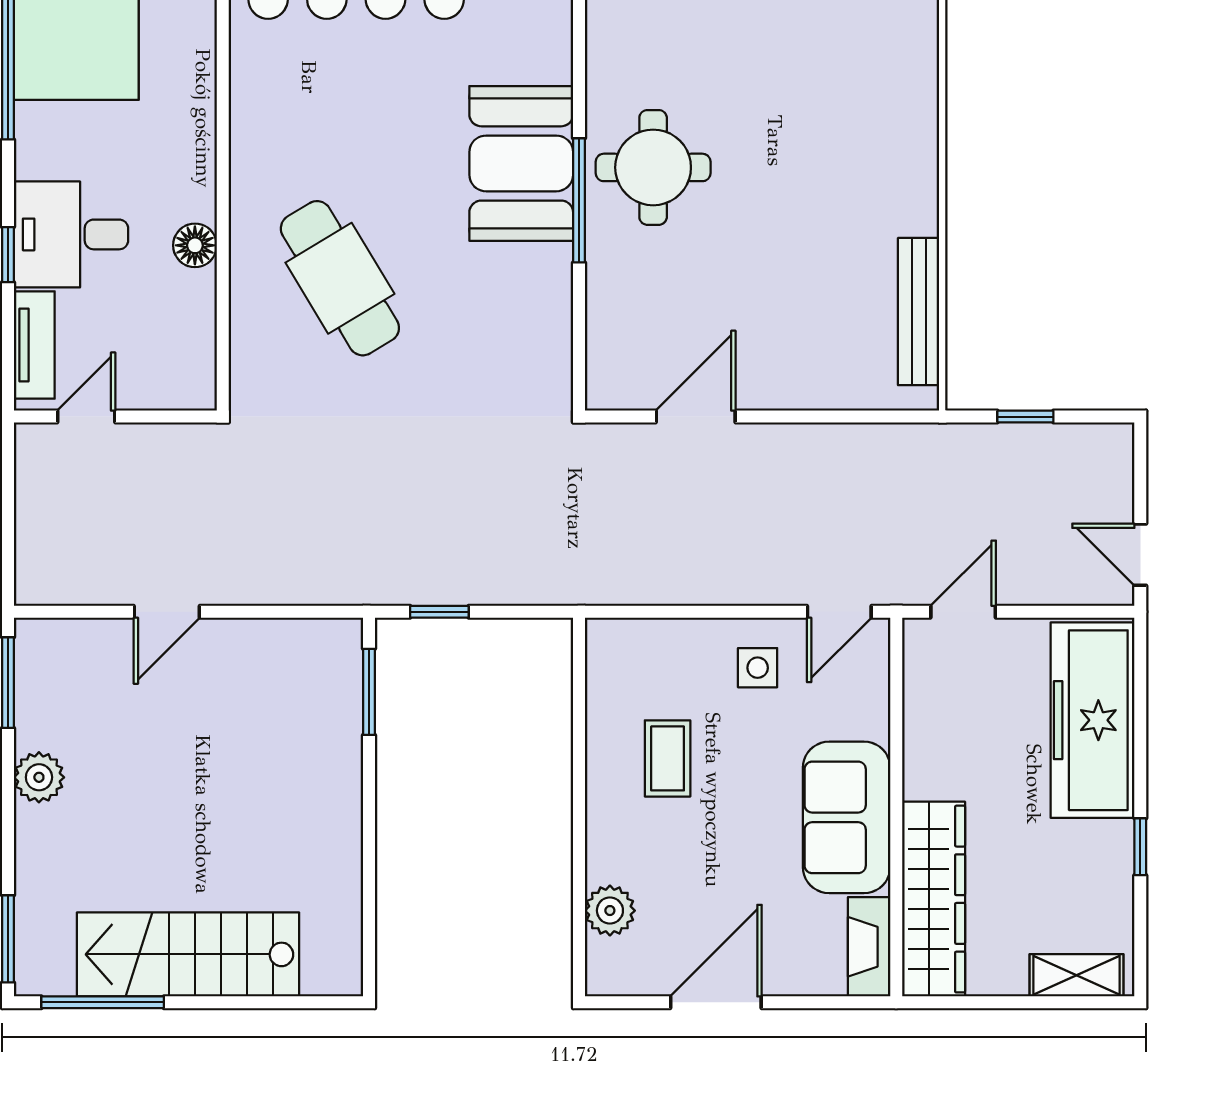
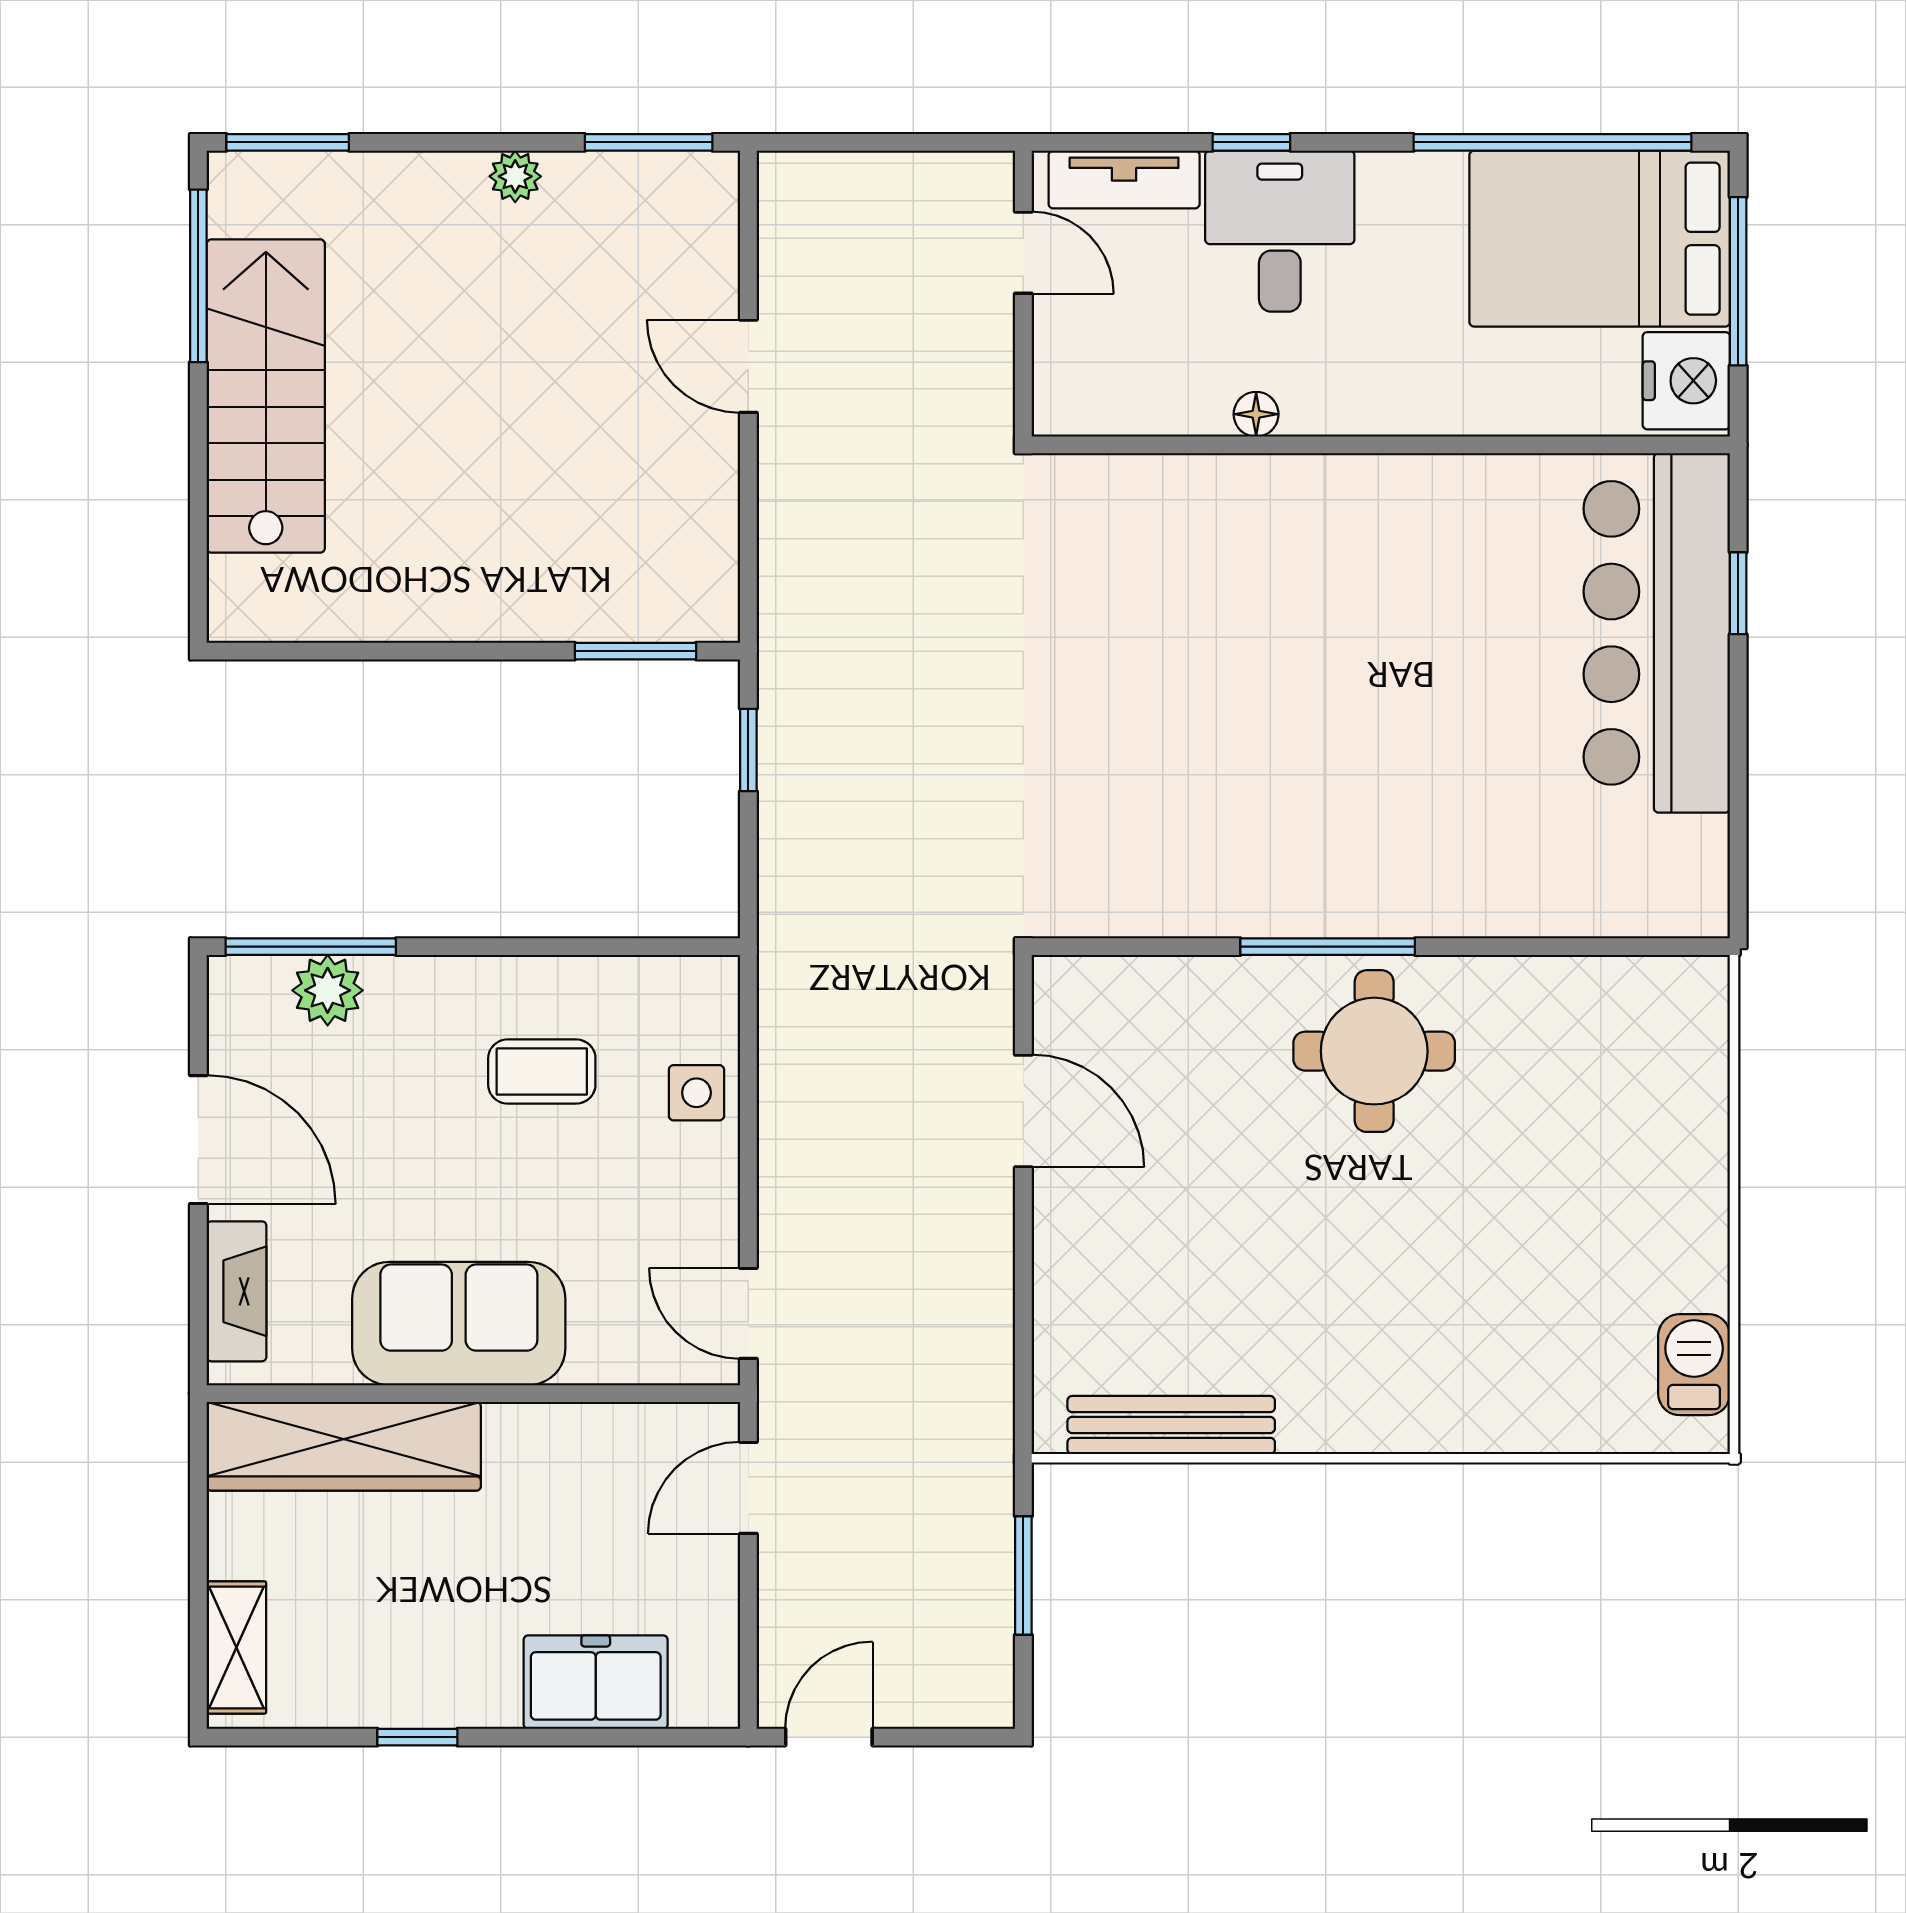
booth: (521, 163) -> (1380, 865), removed
floor lamp: (195, 245) -> (1256, 414), width x0.73, depth x0.73
cafe table: (340, 278) -> (1218, 610), removed
window: (1025, 417) -> (1023, 1576), width x1.50
door: (963, 612) -> (748, 1488), swing flipped
side table: (758, 668) -> (696, 1093), moved
freezer: (1092, 720) -> (596, 1682), width x0.52, depth x0.79
plant: (39, 777) -> (515, 176), width x0.73, depth x0.73
window: (579, 923) -> (311, 947), added
fireplace: (869, 947) -> (237, 1291), moved, turned 90

